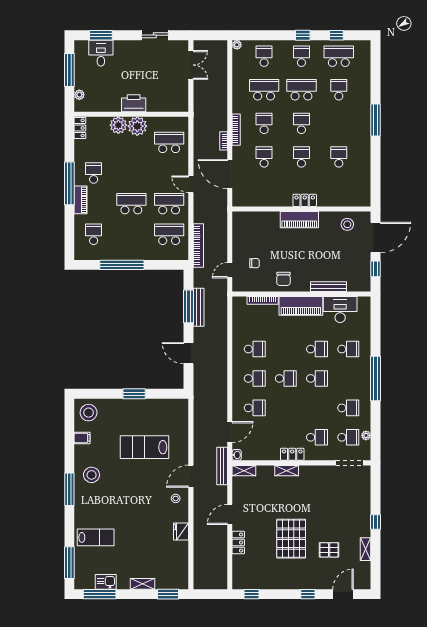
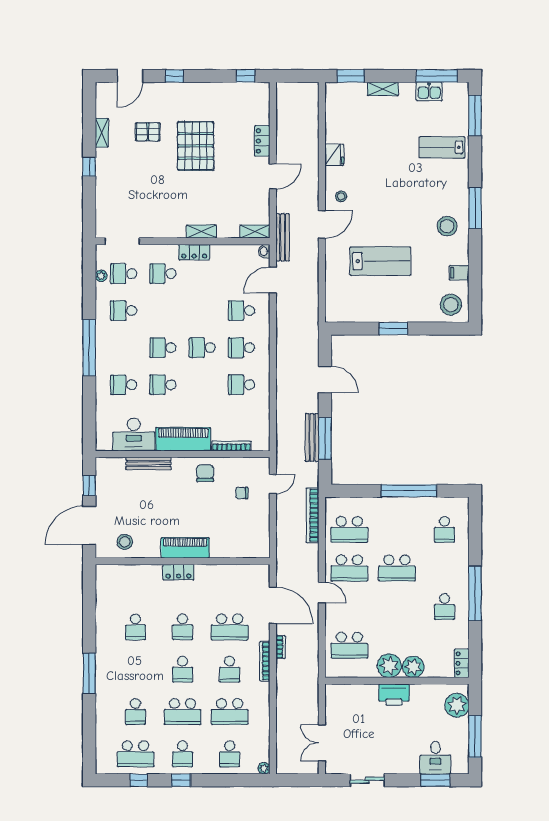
plant: (79, 95) -> (457, 705), width x1.88, depth x1.88
school desk: (264, 157) -> (230, 627), width x1.85
piano: (81, 200) -> (461, 573), removed

